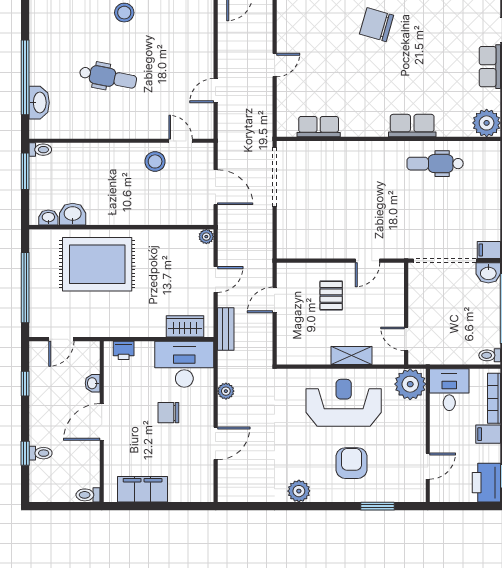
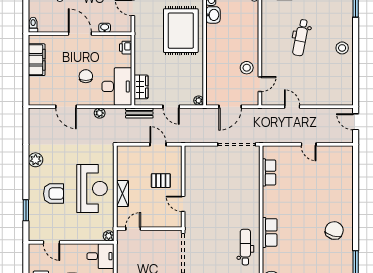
chair: (377, 25) -> (334, 230), moved
plant: (410, 384) -> (109, 236), width x0.53, depth x0.53

